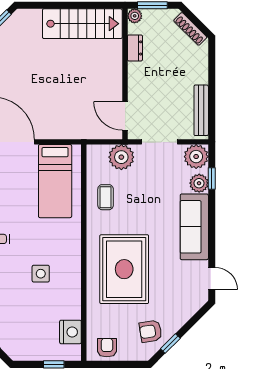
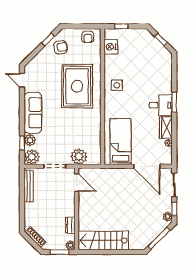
coffee table: (106, 197) -> (89, 131), removed
side table: (41, 274) -> (117, 85), moved

